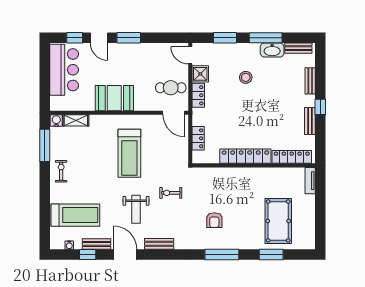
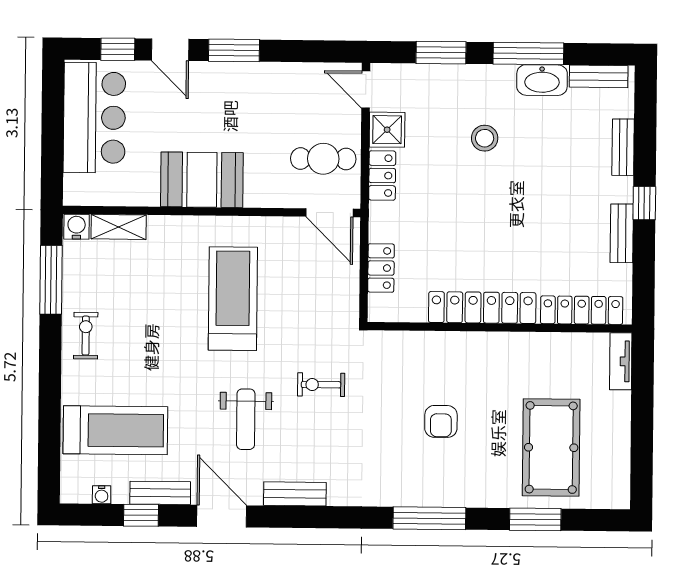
treadmill: (129, 153) -> (233, 299), turned 180
armchair: (214, 220) -> (441, 421), moved

